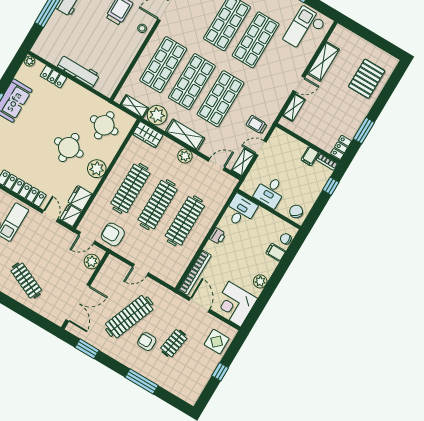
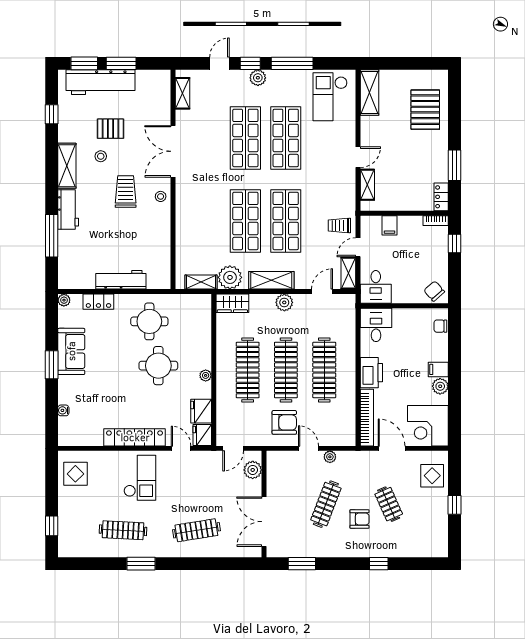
shelving: (323, 61) -> (370, 92), moved
shop shelf: (163, 65) -> (205, 221), removed
round table: (104, 125) -> (149, 321), moved
filing cabinet: (310, 156) -> (390, 225), moved
plant: (97, 169) -> (206, 375), width x0.53, depth x0.53
desk: (270, 192) -> (376, 287), moved
armchair: (113, 234) -> (284, 422), moved, turned 180
printer: (218, 236) -> (371, 373), width x1.87, depth x1.48
filing cabinet: (276, 252) -> (438, 369), moved
door: (140, 270) -> (309, 448), swing flipped
clothes rail: (26, 281) -> (196, 530), turned -33
plant: (152, 285) -> (330, 457), added
double door: (78, 303) -> (264, 522), swing flipped
clothes rail: (129, 317) -> (326, 504), width x0.73, depth x0.76
armchair: (147, 342) -> (360, 519), turned 180
clothes rail: (174, 343) -> (389, 504), turned -33
window: (142, 381) -> (379, 564), width x0.46

